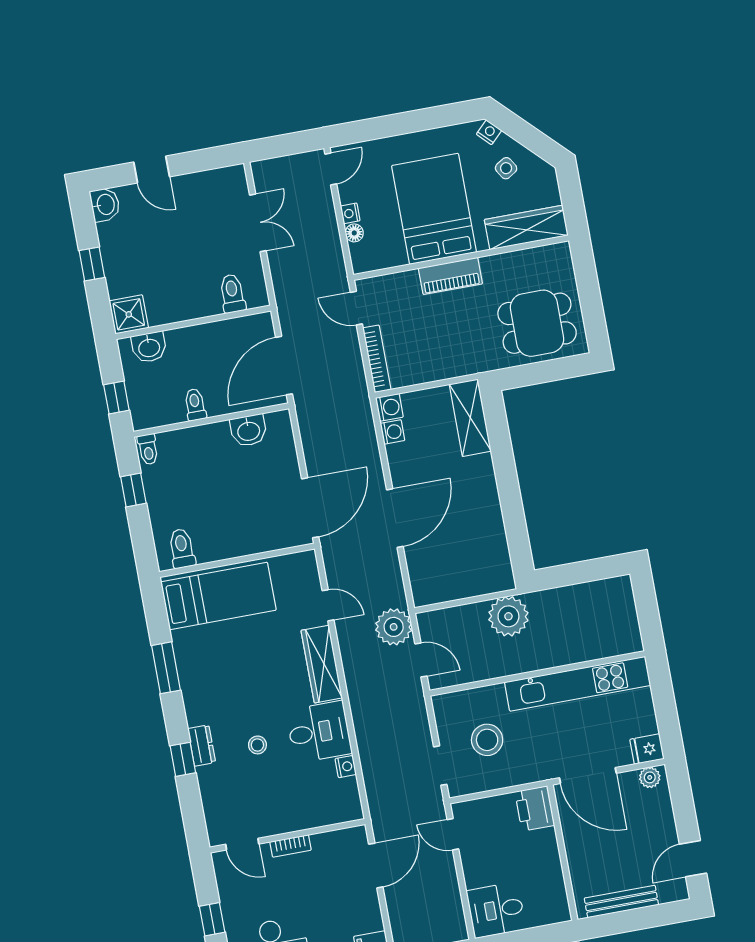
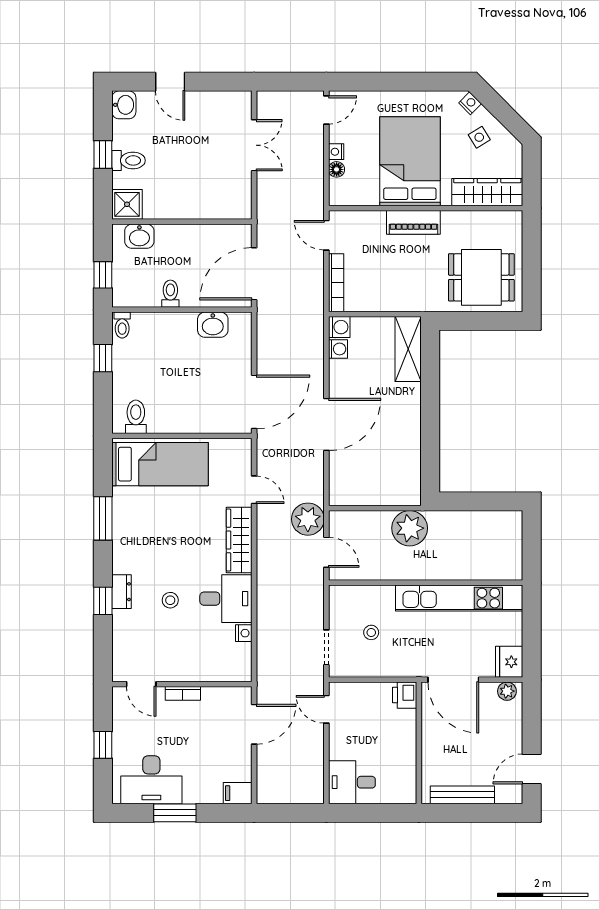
toilet: (232, 294) -> (129, 160), moved, turned 90
stool: (487, 740) -> (371, 632), width x0.53, depth x0.53
fridge: (647, 749) -> (509, 662), width x1.38
printer: (535, 808) -> (405, 695), width x0.73, depth x0.81

